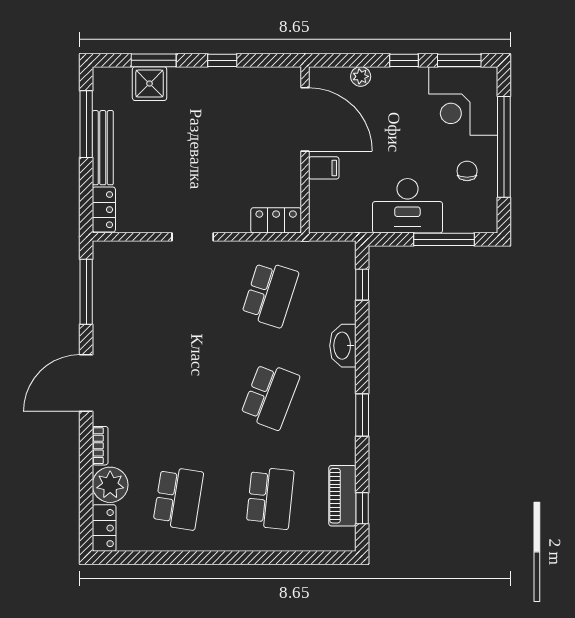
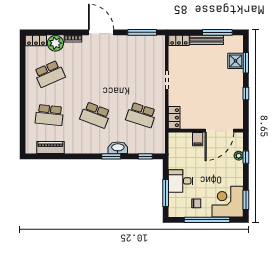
window: (404, 60) -> (246, 157), moved
desk: (407, 206) -> (181, 181), width x0.73
window: (362, 415) -> (111, 156), moved
school desk: (178, 498) -> (49, 74), turned -33
window: (362, 508) -> (45, 156), removed

